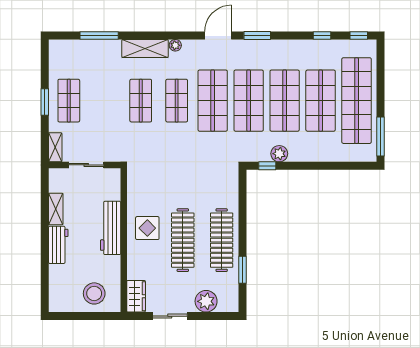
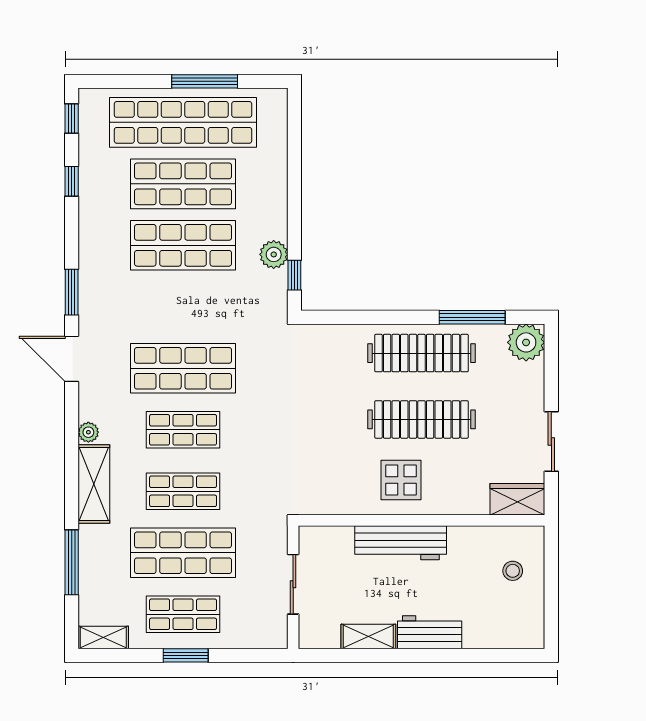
shop shelf: (249, 101) -> (183, 553), moved
window: (381, 137) -> (205, 81), moved
shelving: (55, 147) -> (103, 637), moved
window: (243, 270) -> (472, 317), width x1.44
stool: (94, 293) -> (513, 571), width x0.53, depth x0.53
plant: (206, 301) -> (526, 342), moved

